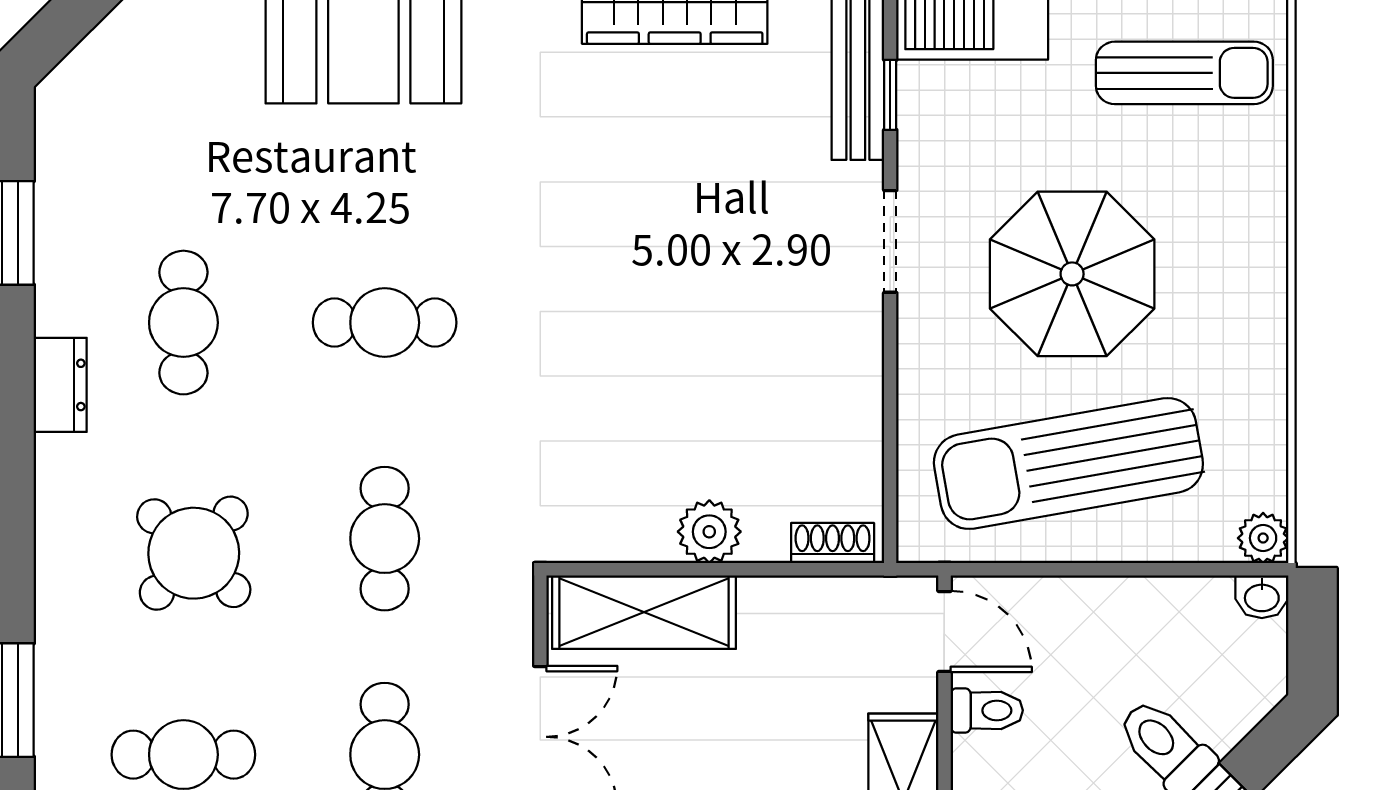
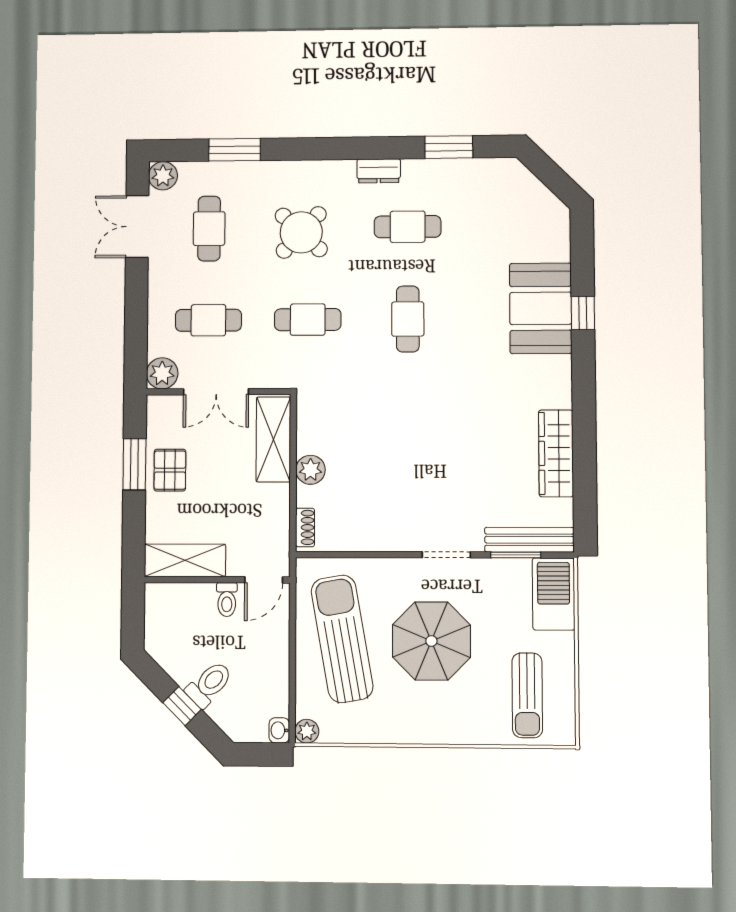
window: (890, 95) -> (516, 555), width x1.50

